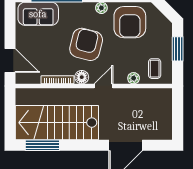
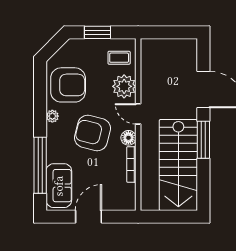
door: (10, 61) -> (88, 217), moved
plant: (134, 78) -> (124, 86), width x1.87, depth x1.87
window: (42, 145) -> (203, 140), moved

